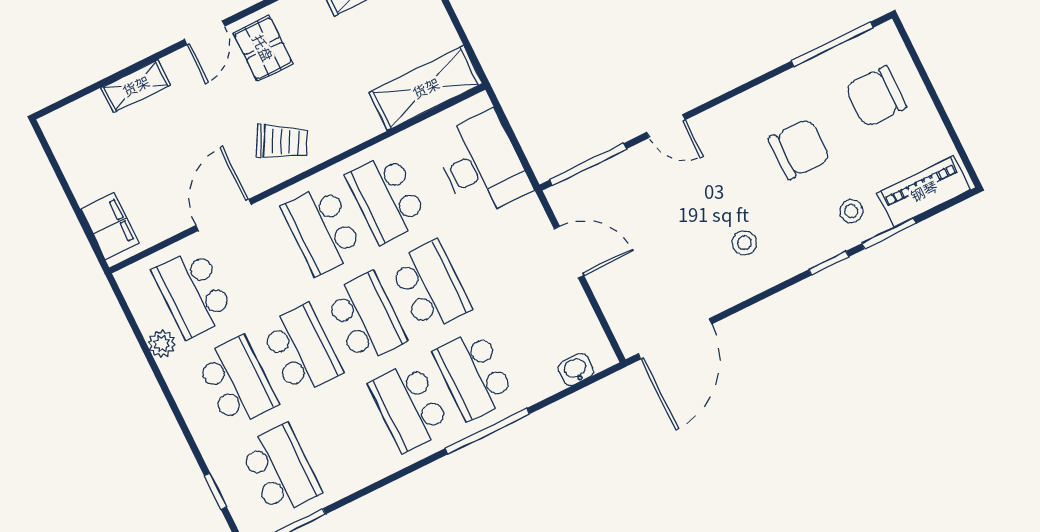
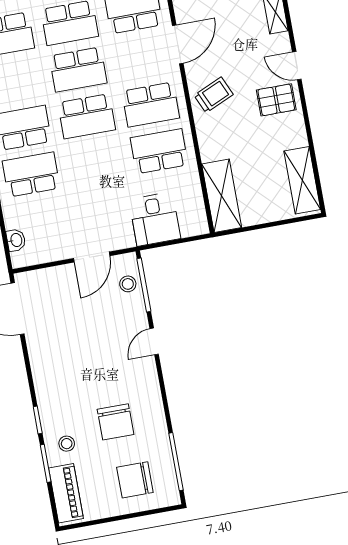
chair: (876, 97) -> (135, 480), turned -90
trolley: (282, 142) -> (214, 95), turned -143
desk: (482, 165) -> (155, 219), width x0.73
door: (223, 215) -> (178, 44), hinge flipped
school desk: (322, 229) -> (151, 105), turned 180
stool: (744, 243) -> (128, 284), moved
school desk: (430, 286) -> (95, 163), removed

